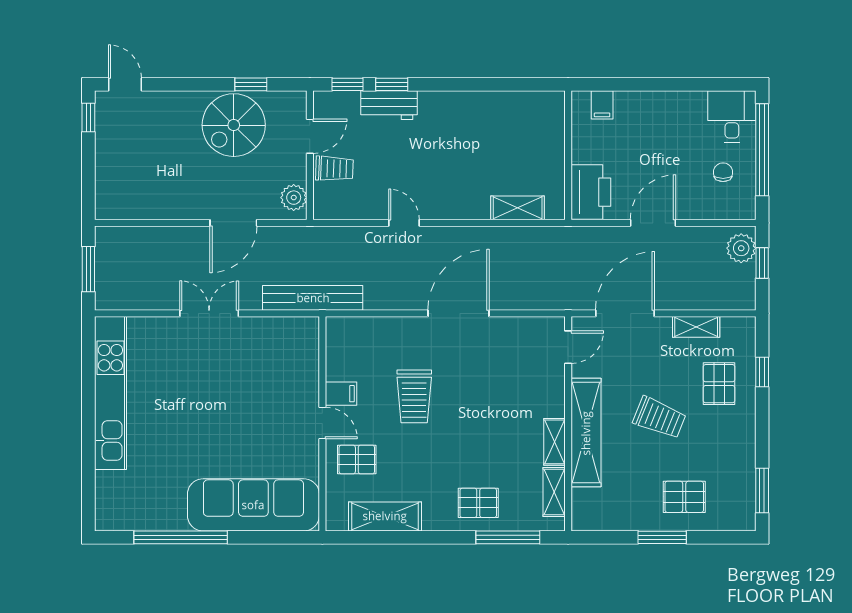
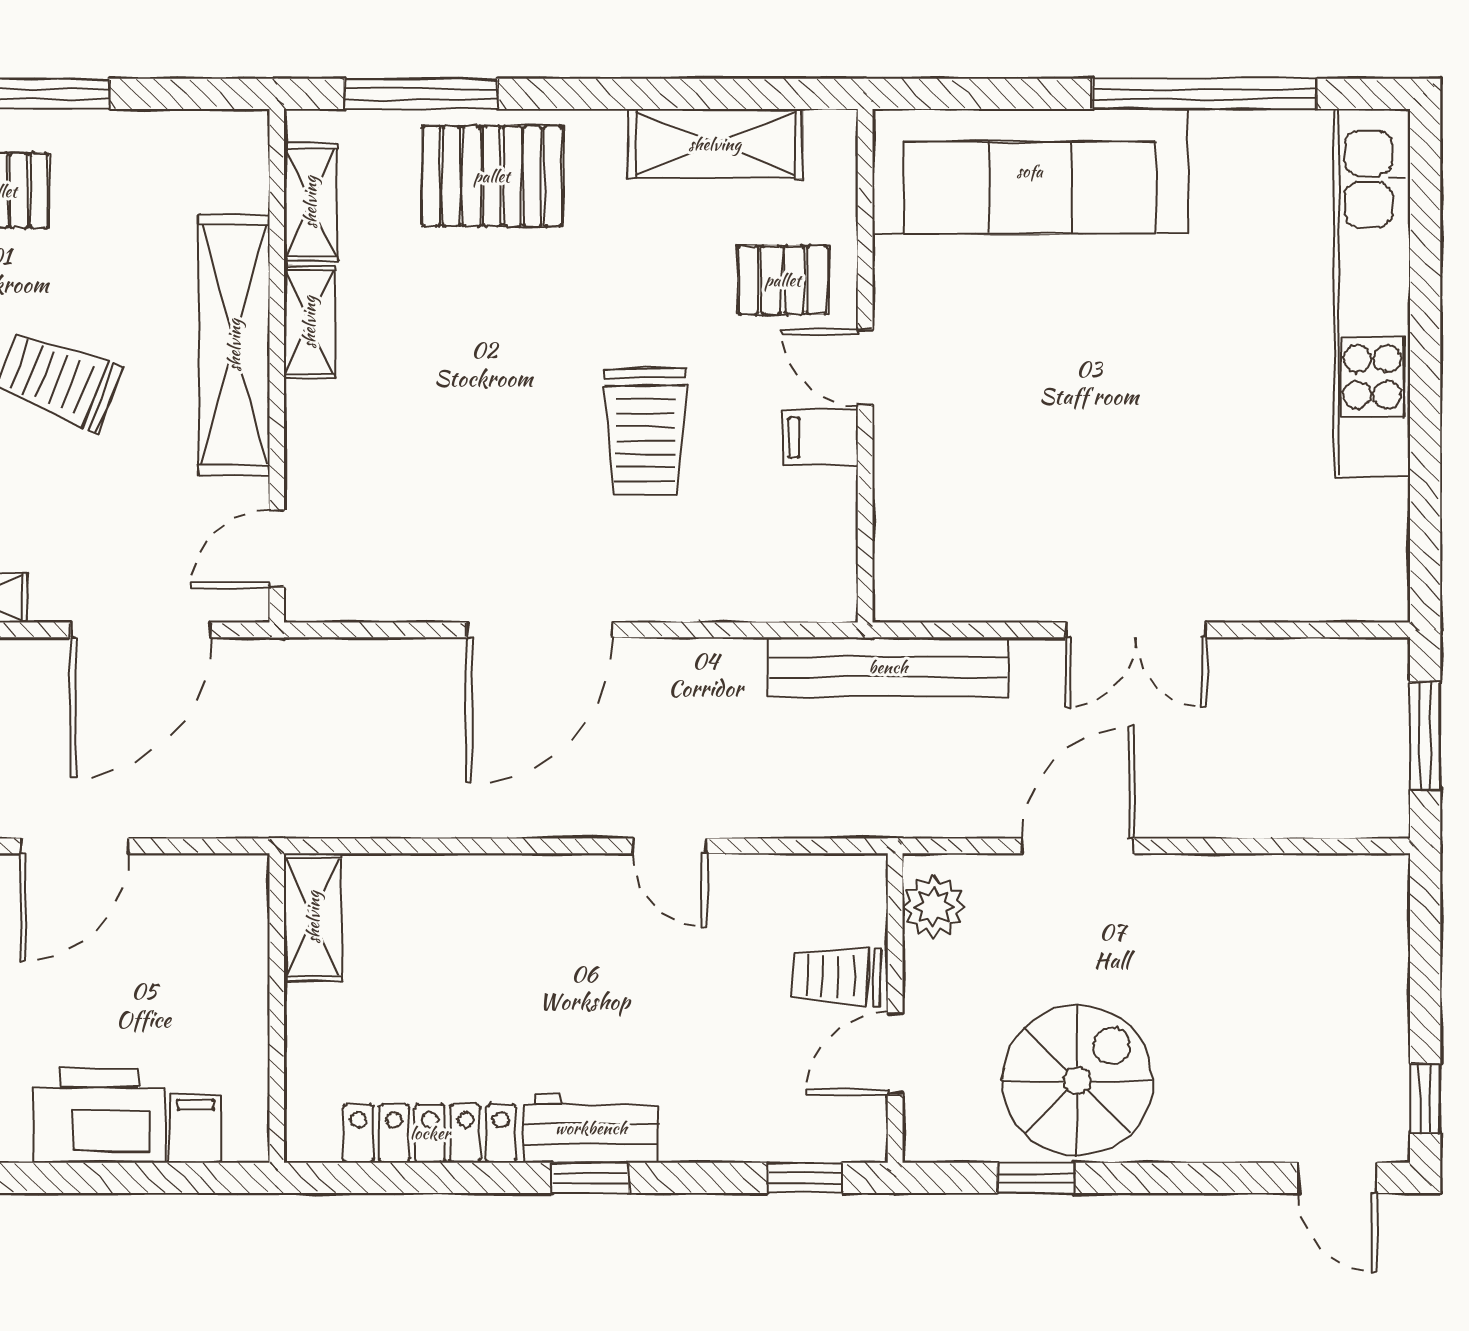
window: (392, 84) -> (590, 1178), moved
locker: (504, 103) -> (430, 1133), added
workbench: (389, 105) -> (591, 1128), moved
printer: (591, 192) -> (100, 1116), moved, turned 90
shelving: (518, 208) -> (313, 917), moved, turned 90
kitchen unit: (110, 393) -> (1372, 292), moved
trolley: (414, 396) -> (645, 431), turned 180
pallet: (478, 503) -> (492, 176), width x1.50, depth x1.42

